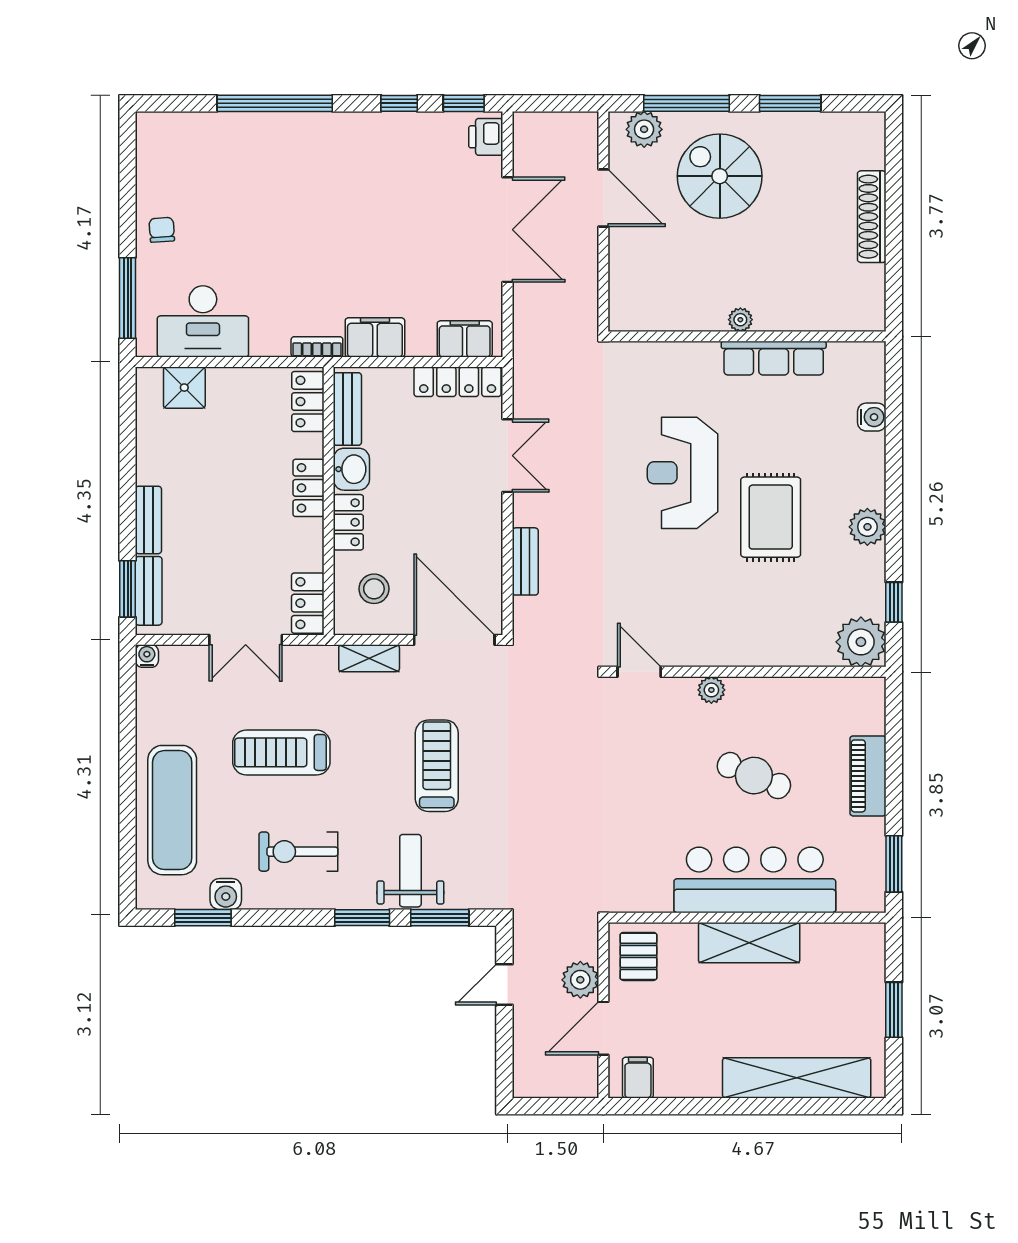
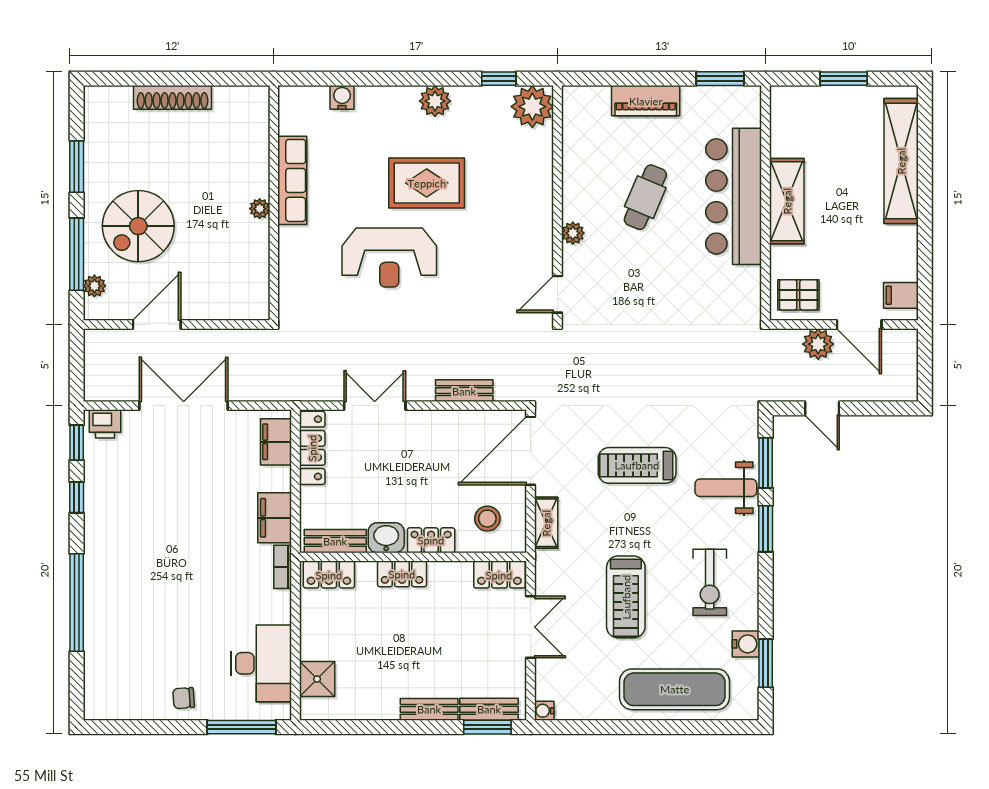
plant: (644, 129) -> (94, 286), width x0.73, depth x0.73

